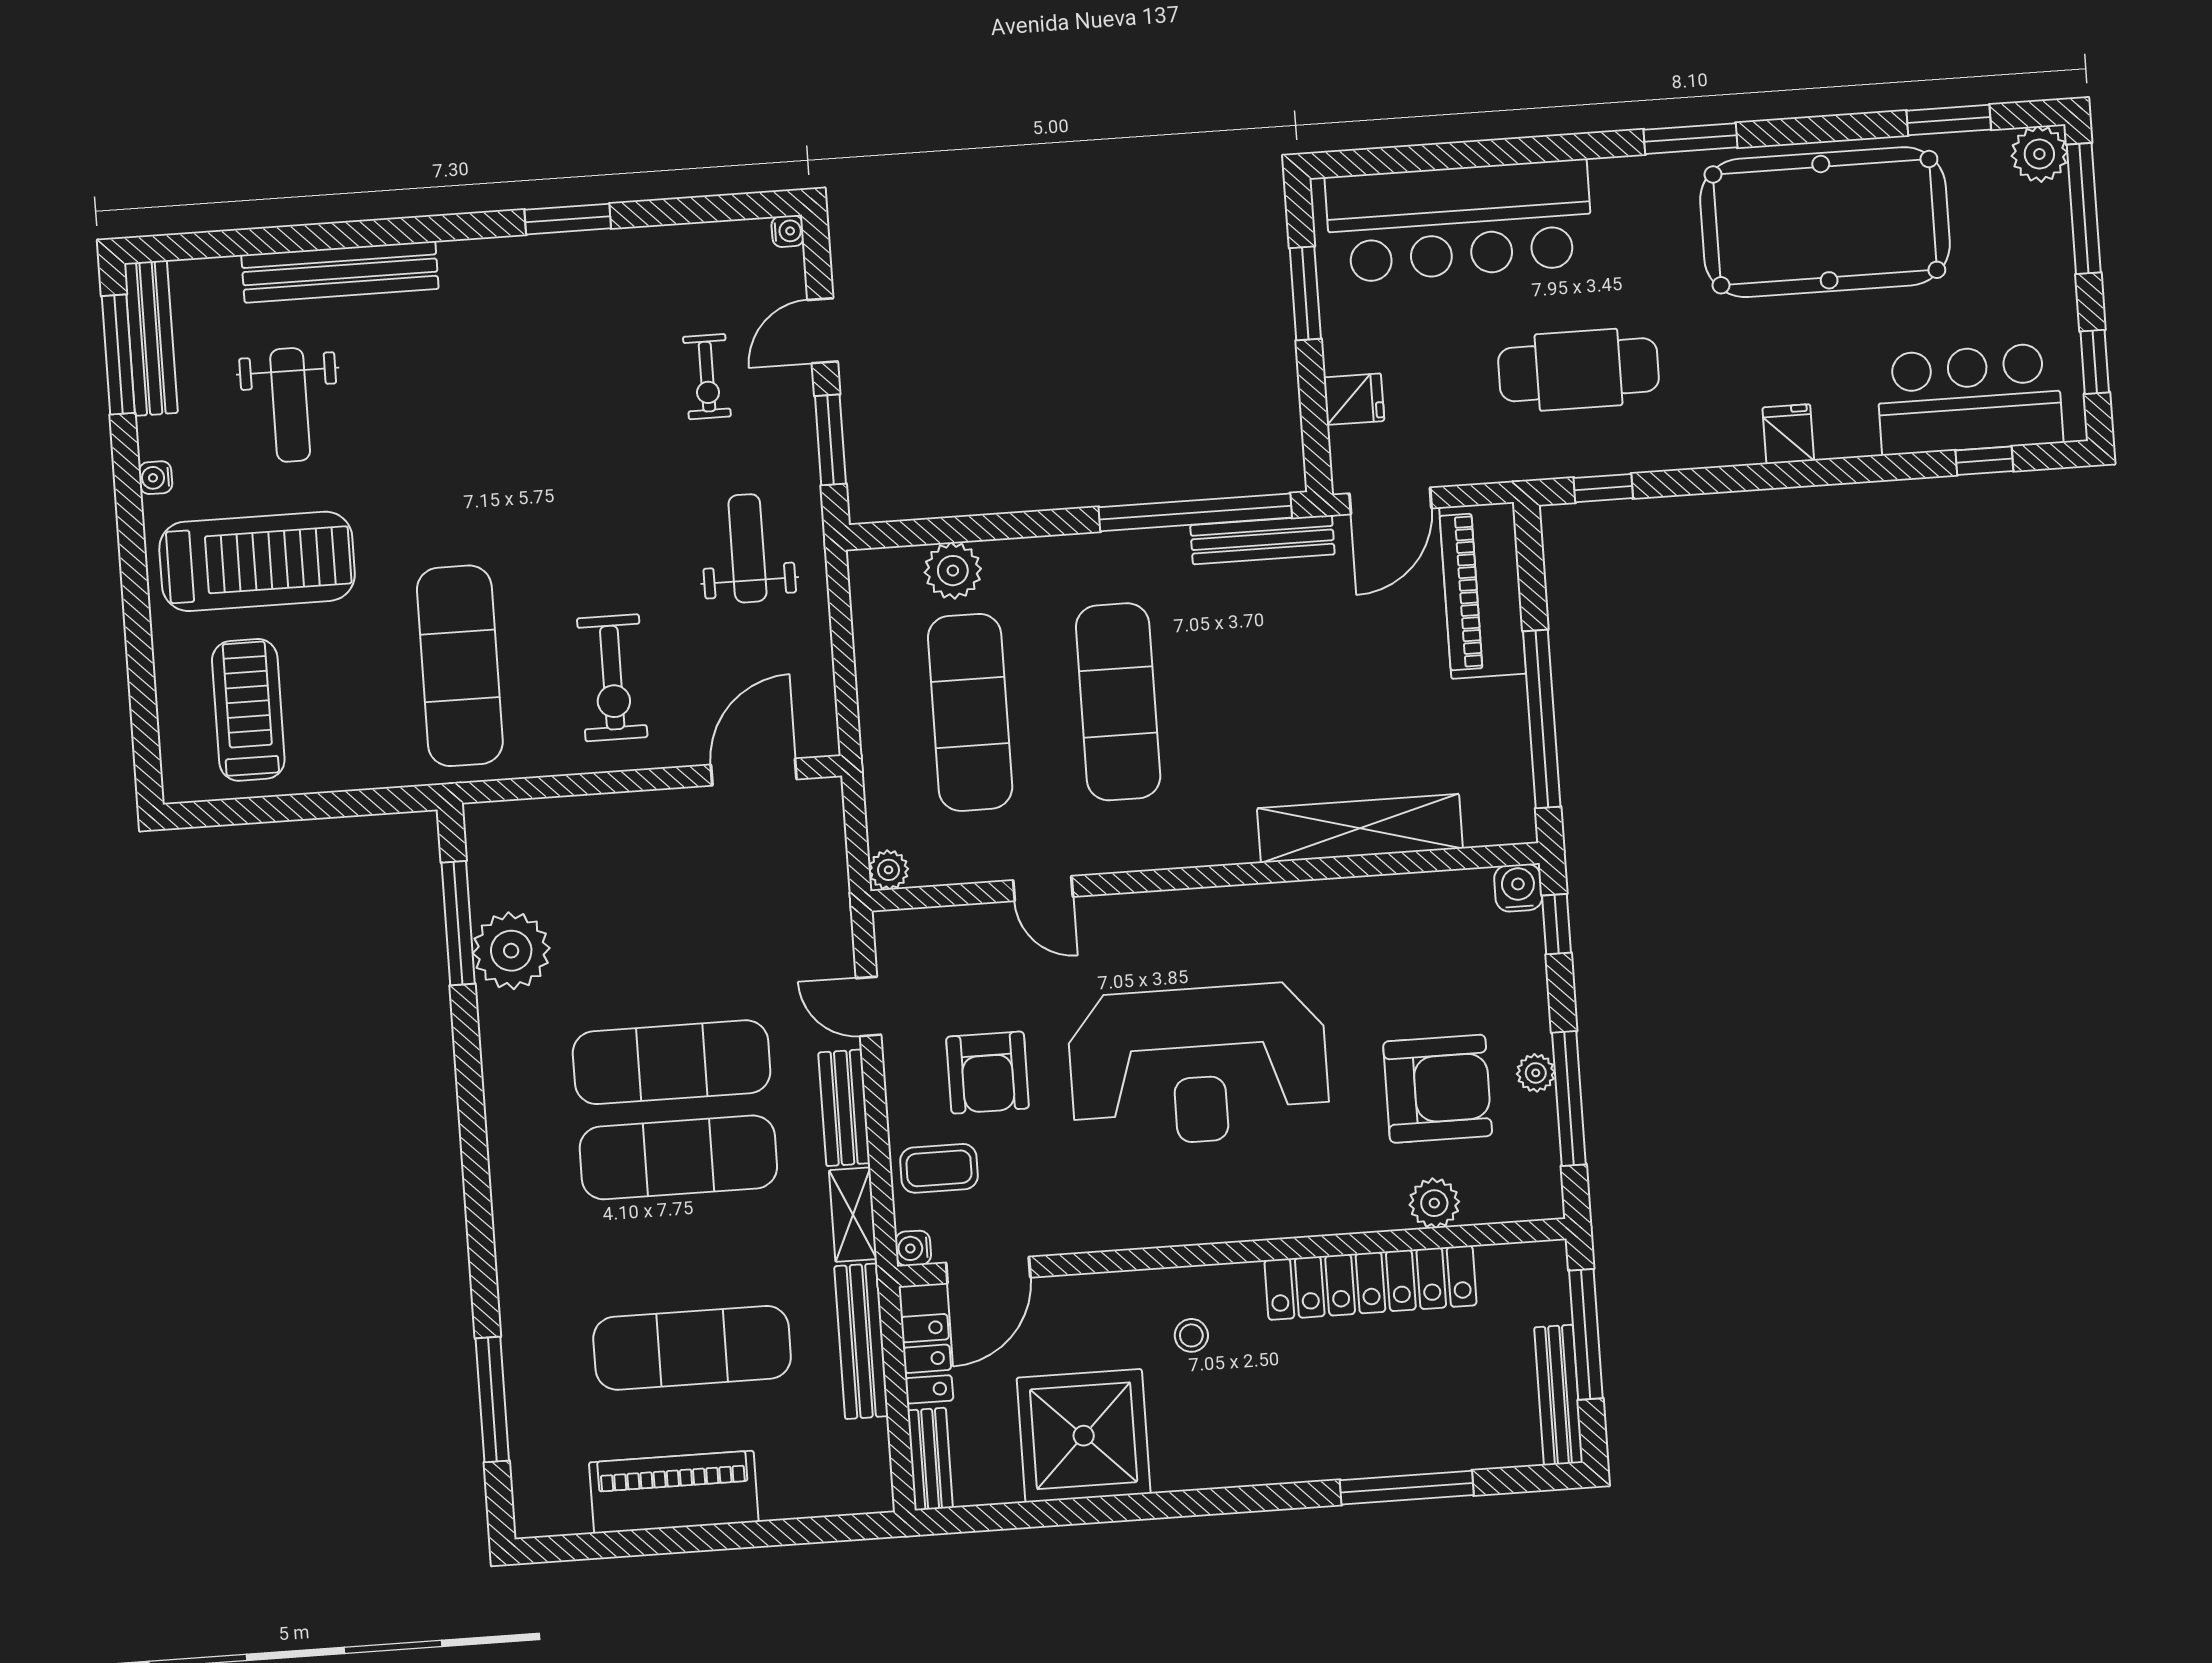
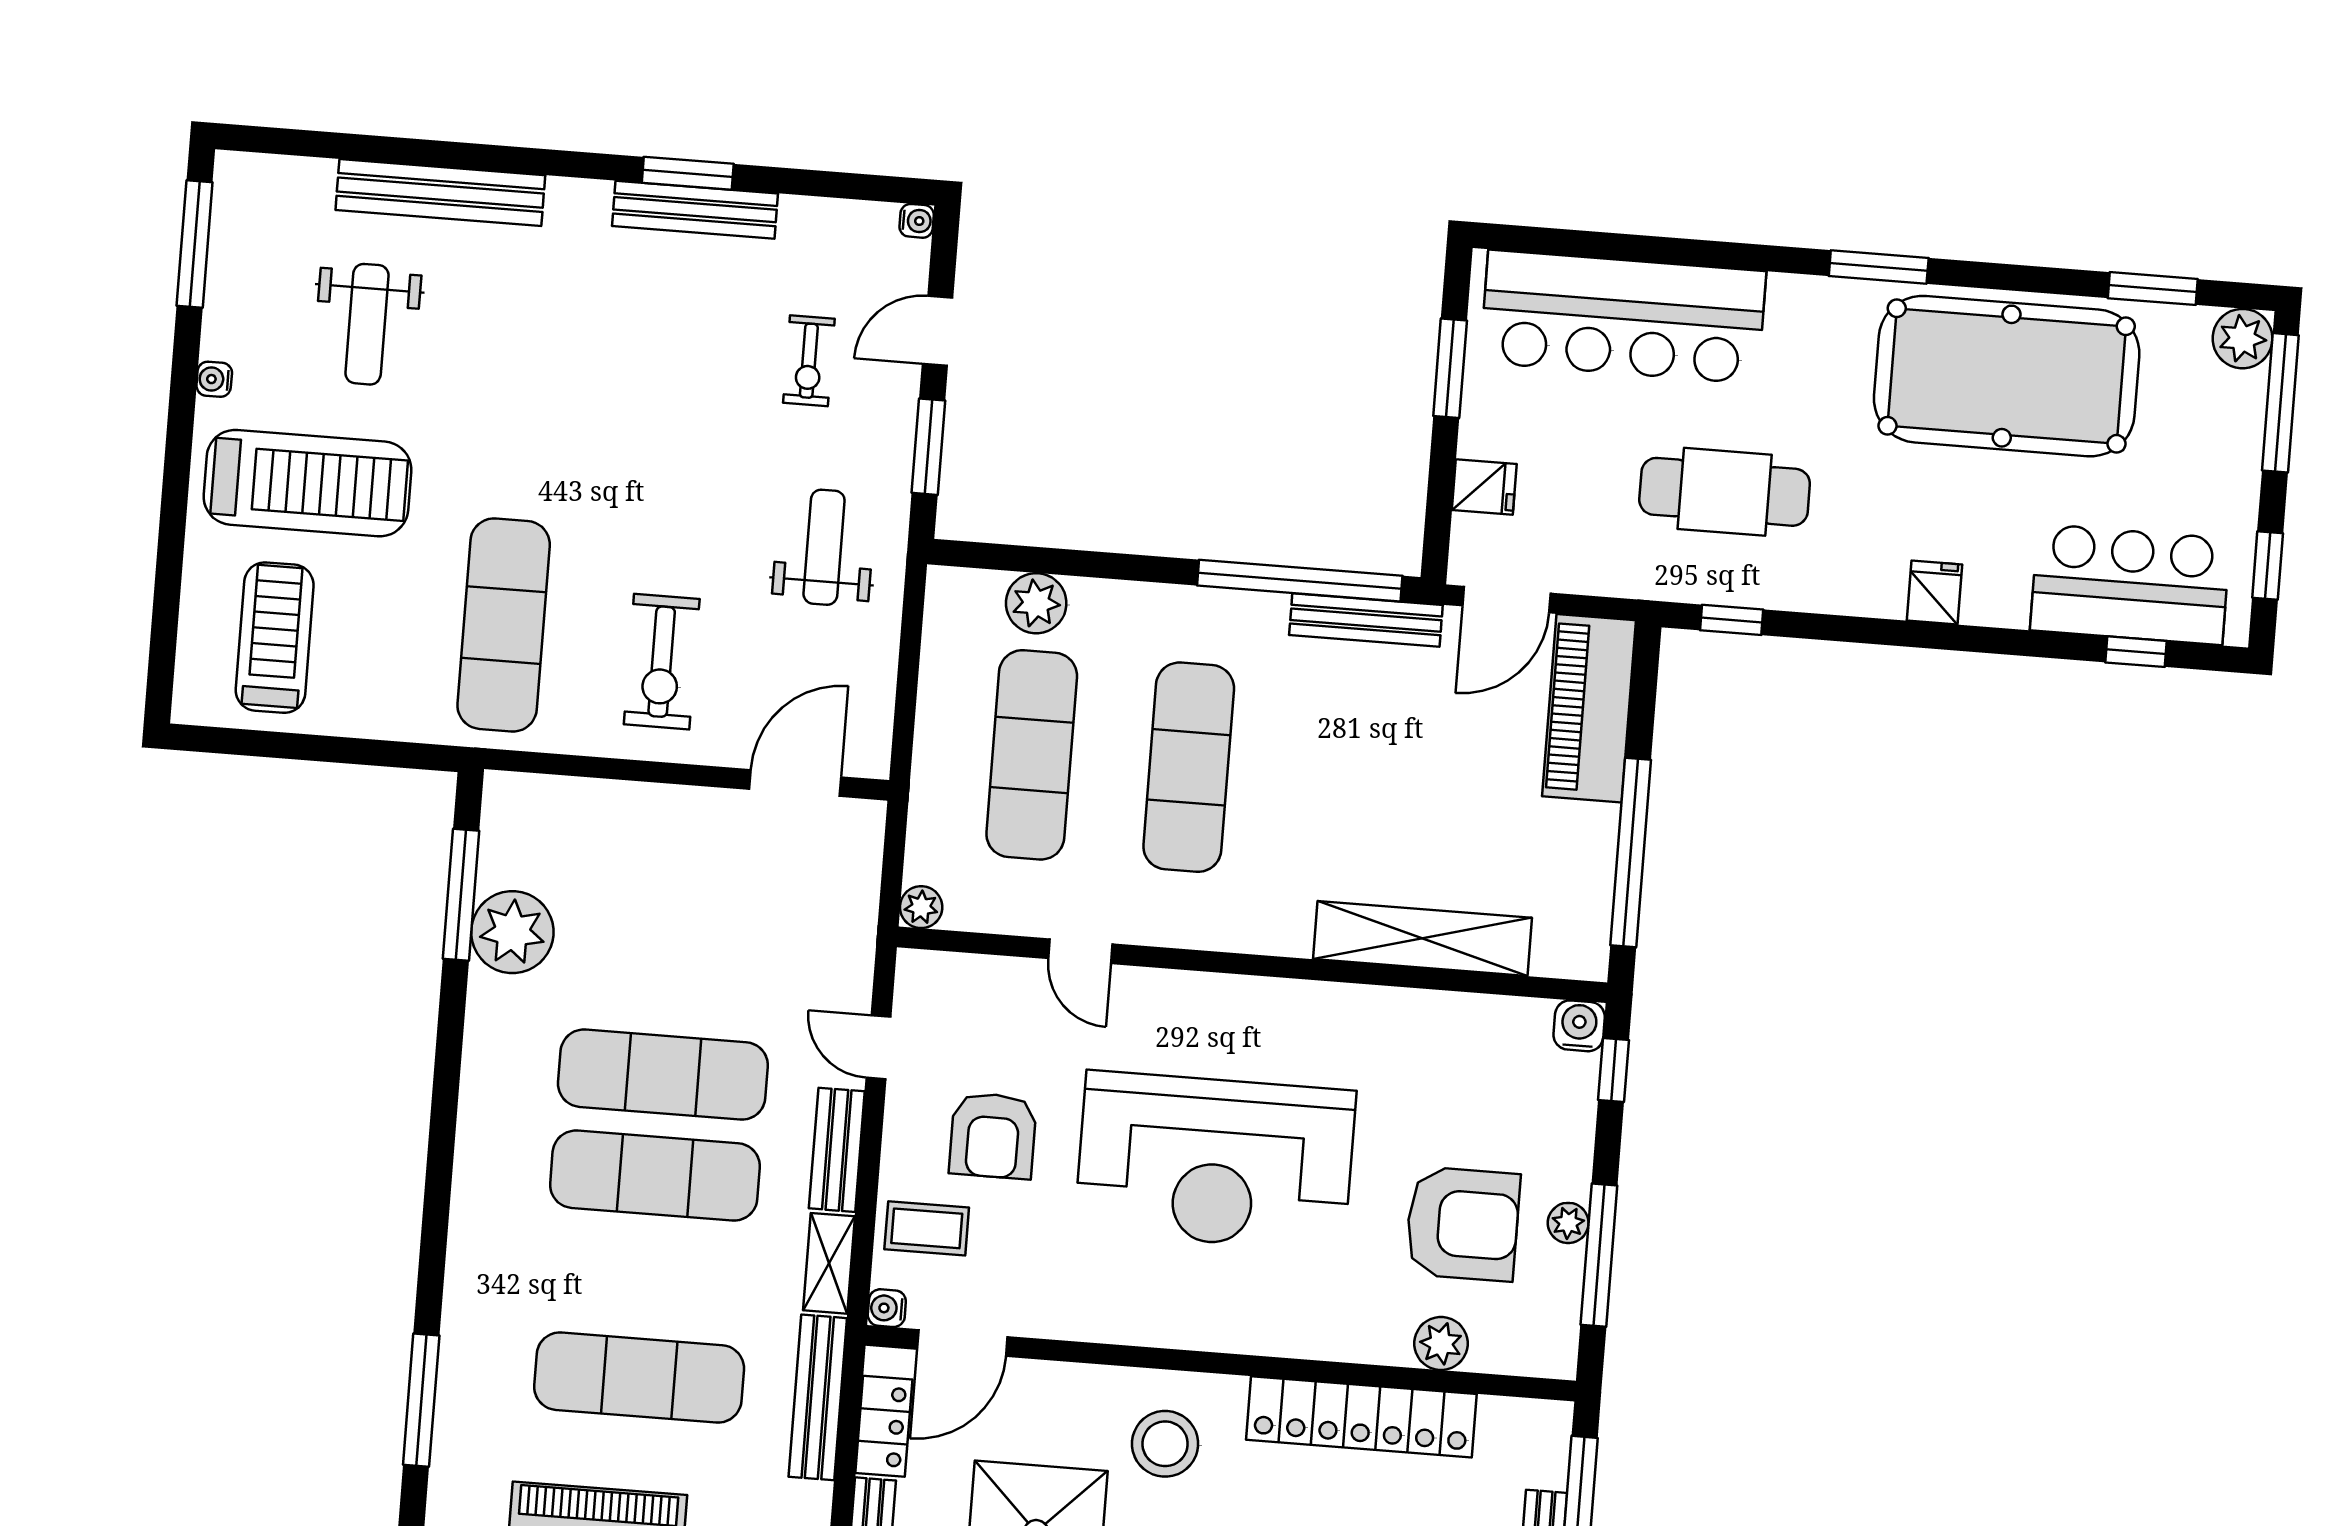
bench: (151, 338) -> (695, 210), moved, turned 90
stool: (1191, 1335) -> (1165, 1444), width x1.89, depth x1.89

